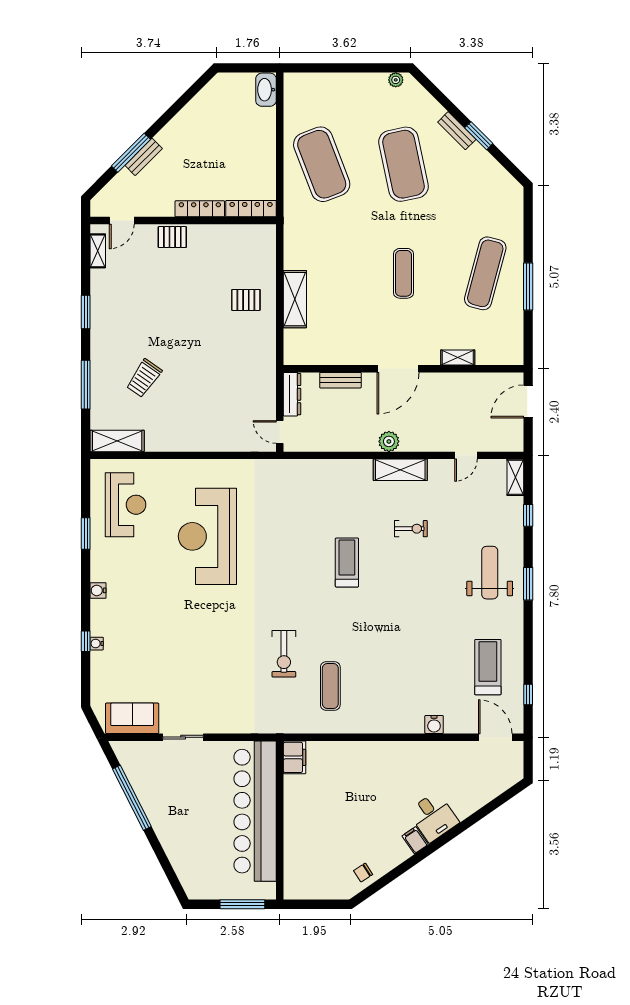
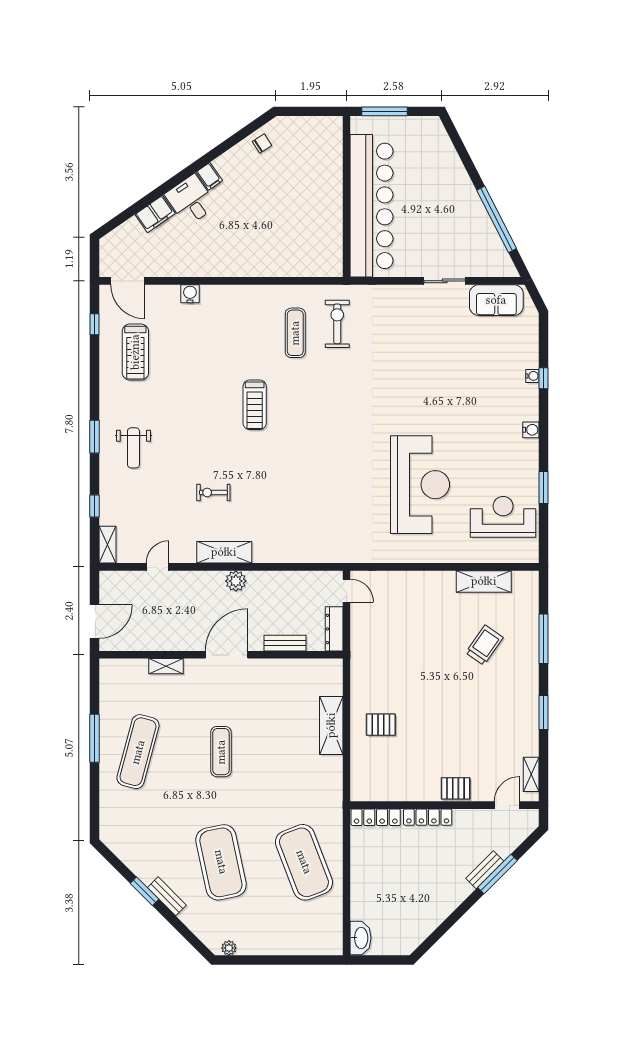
shelving: (117, 441) -> (484, 581), moved
reception desk: (126, 505) -> (503, 517), turned 90
treadmill: (347, 562) -> (255, 405), moved
weight bench: (490, 573) -> (133, 448), width x0.73, depth x0.75
exercise bike: (284, 654) -> (337, 324), moved
filing cabinet: (294, 757) -> (155, 214), moved, turned -125

